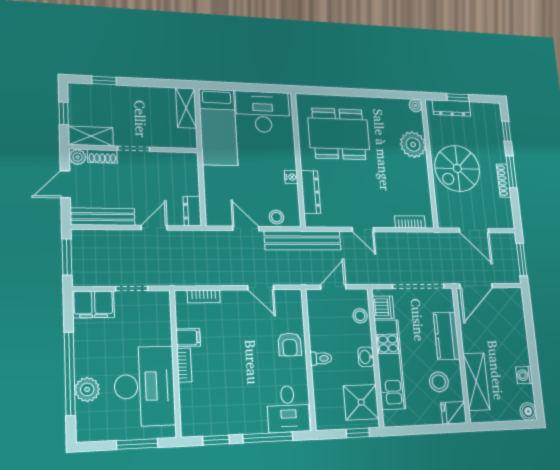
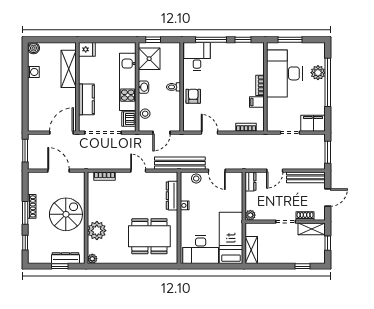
plant: (78, 157) -> (250, 215), moved
stool: (439, 382) -> (95, 70), removed

